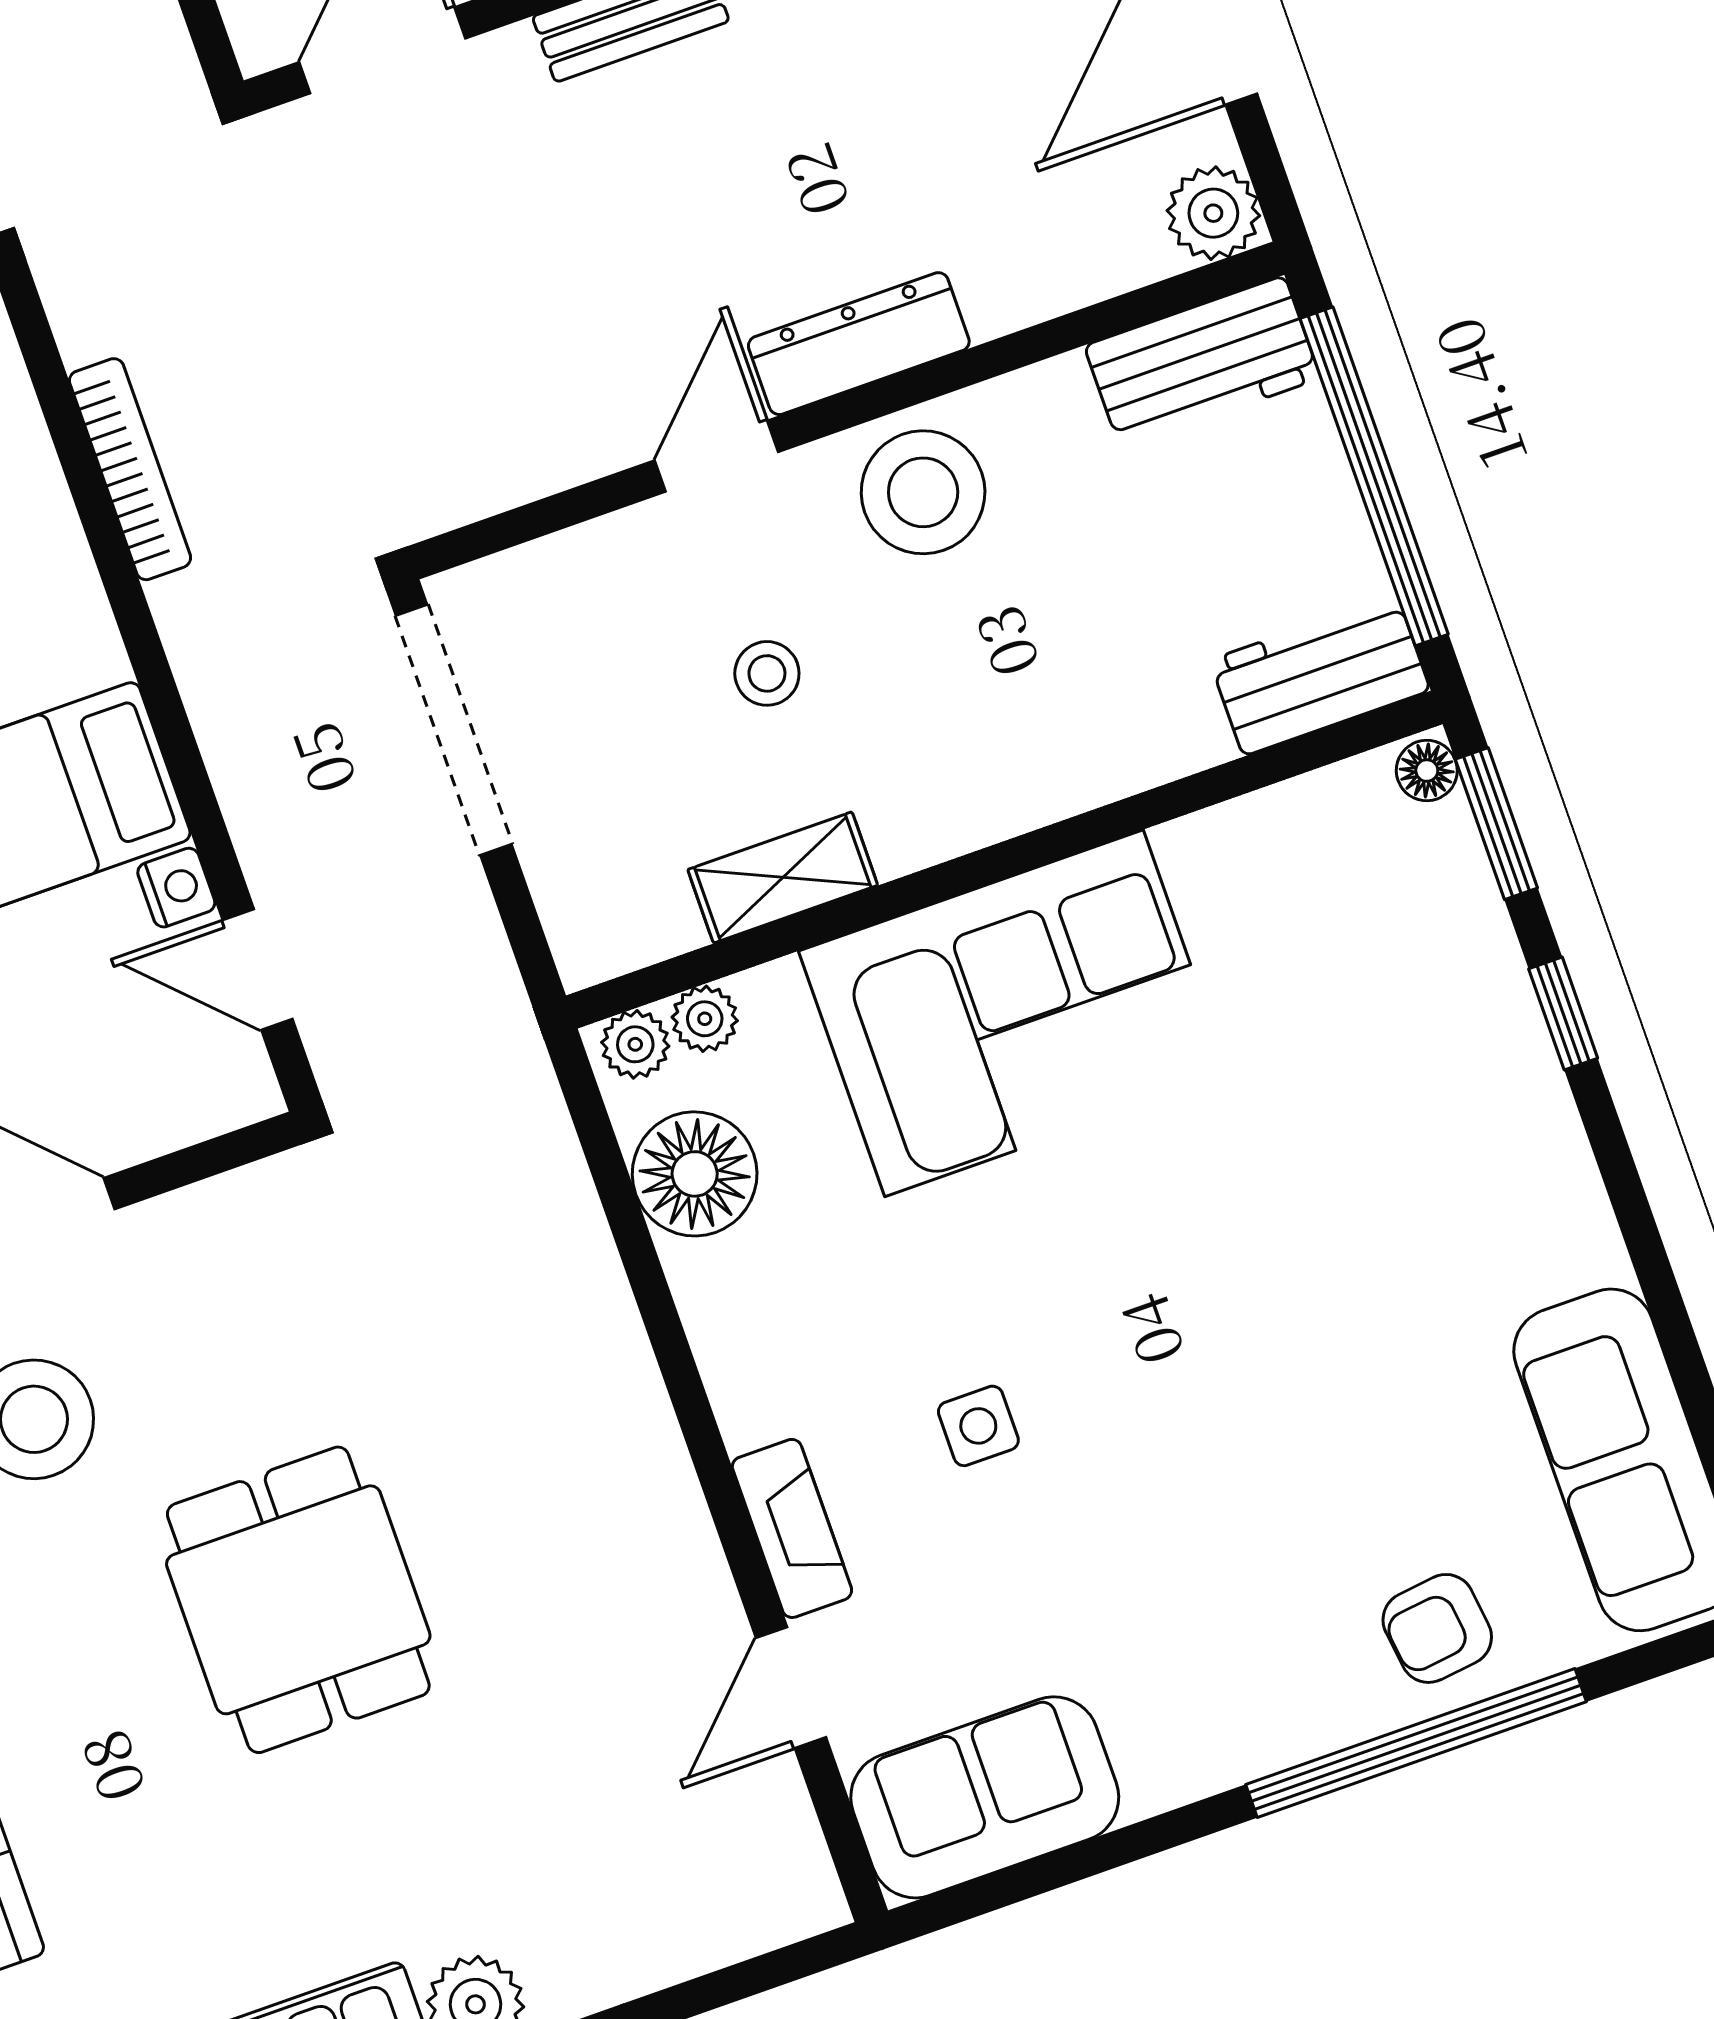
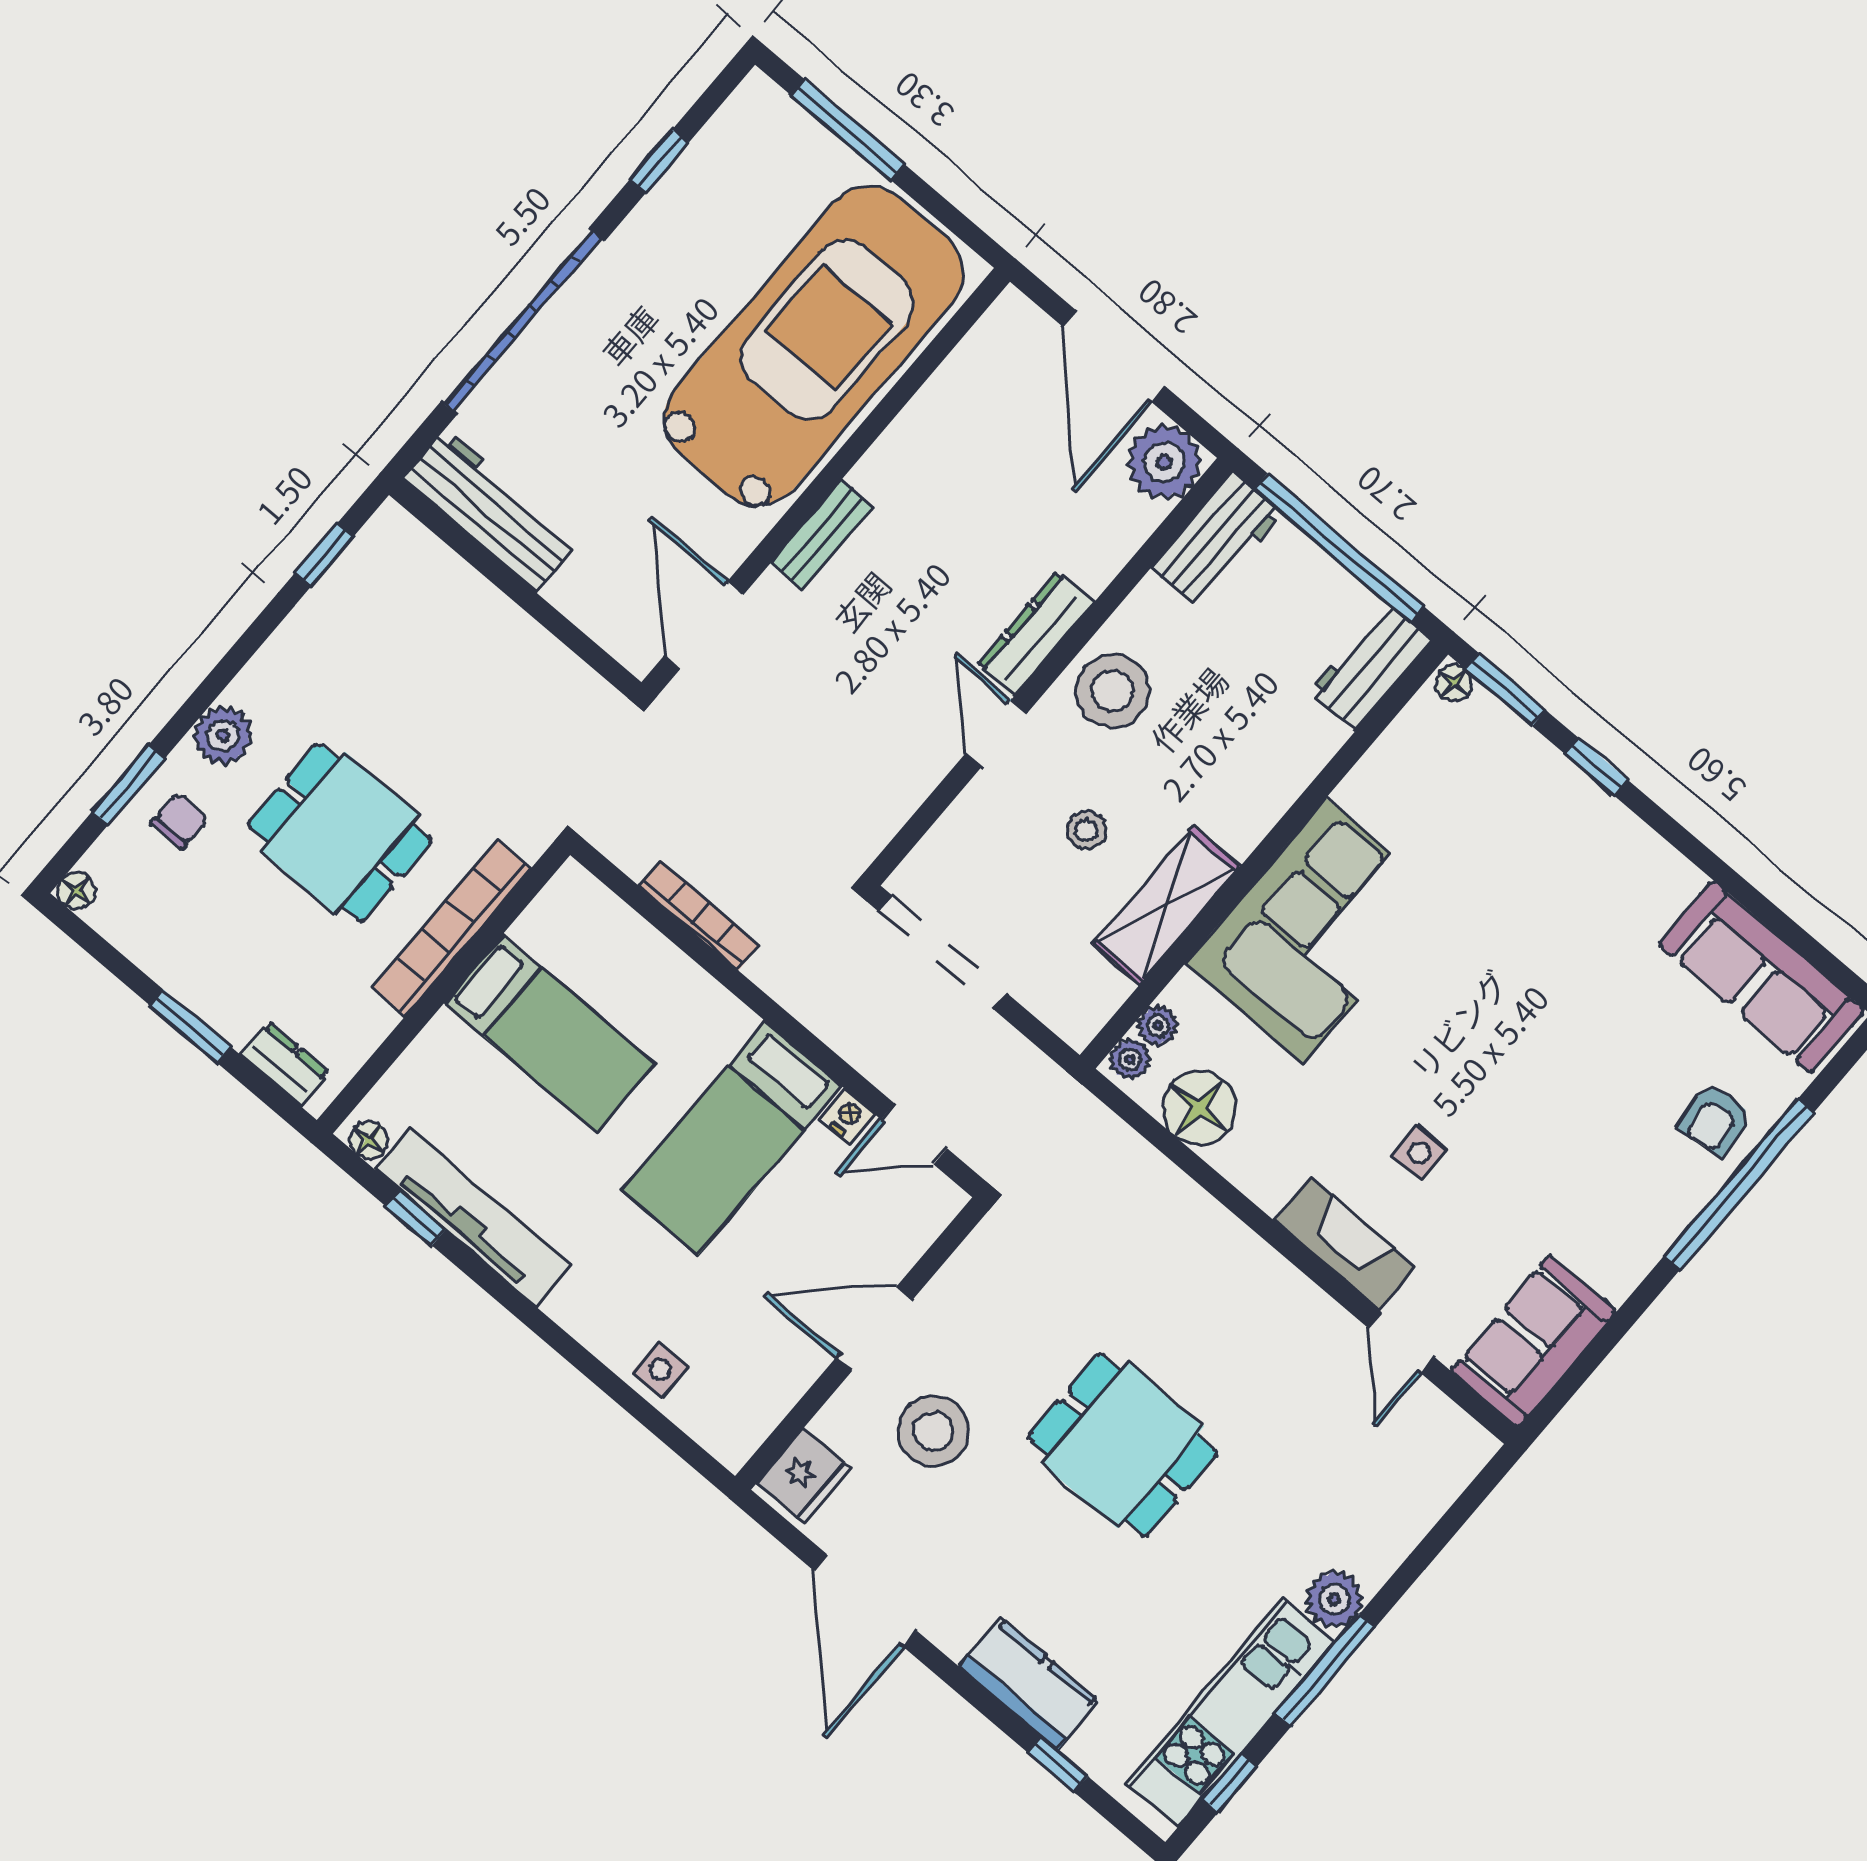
plant: (1213, 213) -> (1164, 462), width x1.36, depth x1.36
shelving: (783, 877) -> (1166, 905), width x1.50, depth x1.33
fireplace: (792, 1528) -> (1345, 1244), width x1.37, depth x1.32

